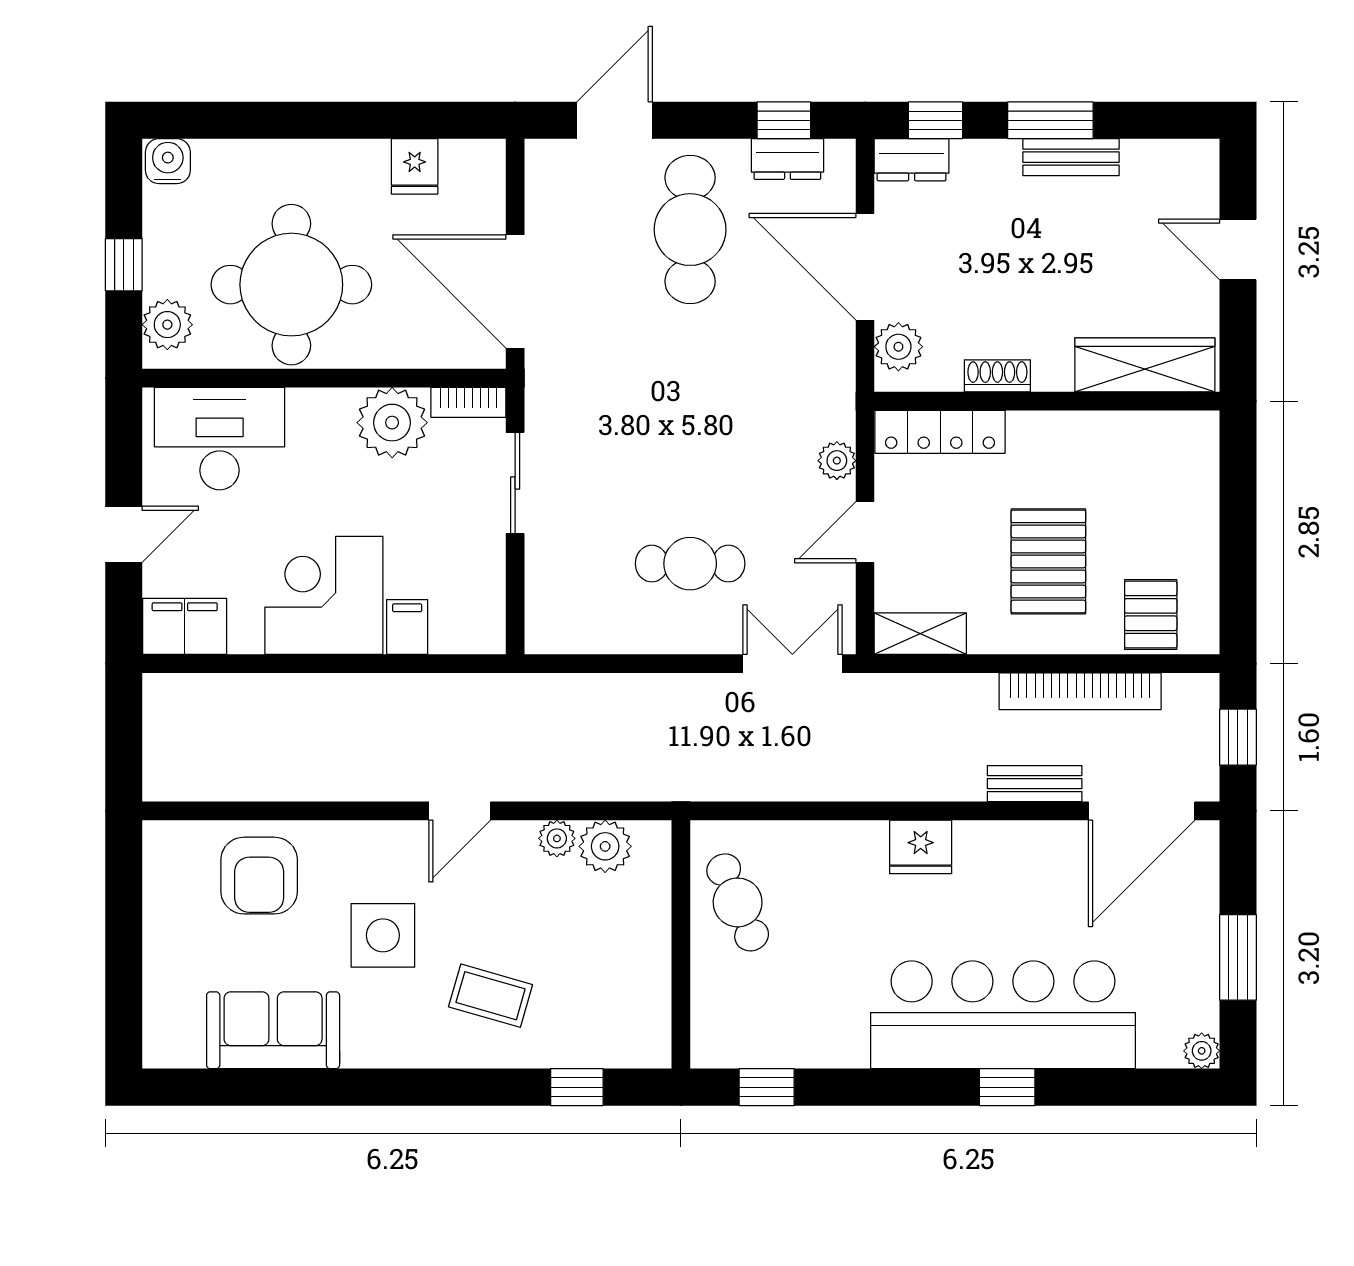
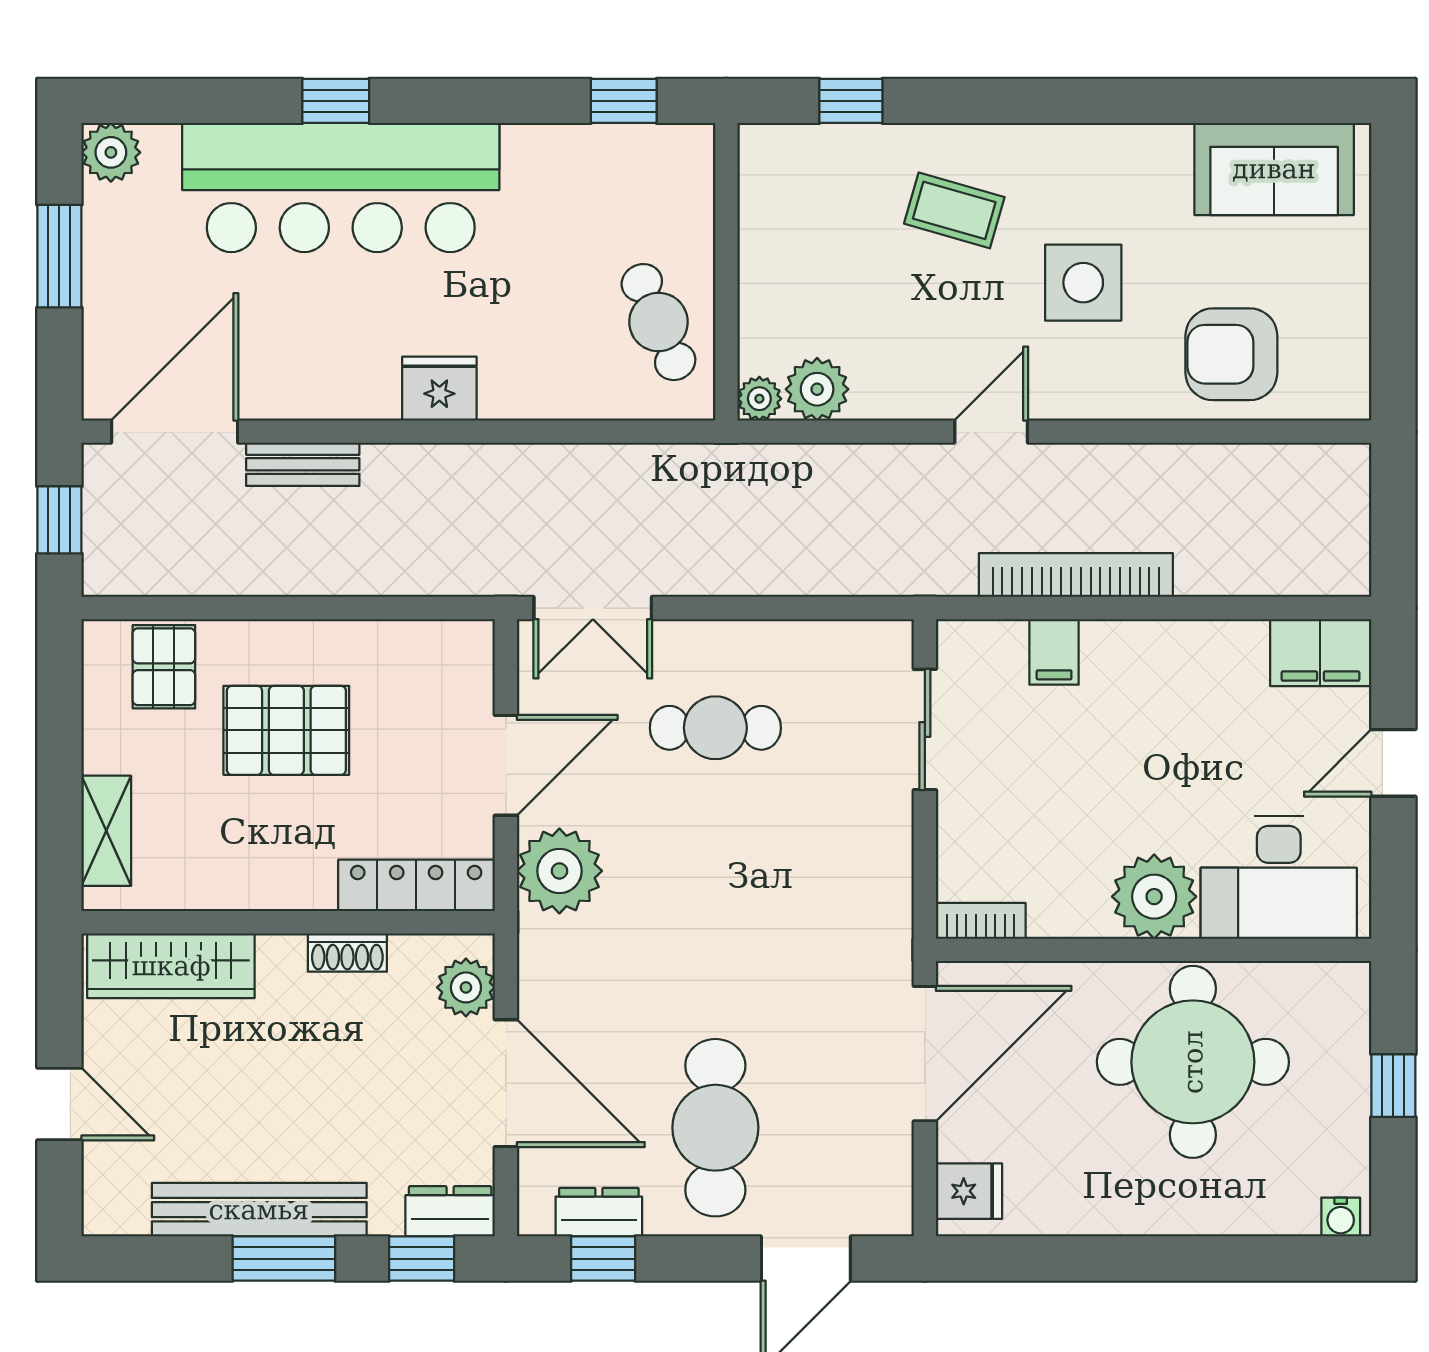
bench: (1071, 157) -> (259, 1210), width x1.86, depth x1.21
water cooler: (168, 161) -> (1341, 1217), width x0.72, depth x0.72
fridge: (415, 166) -> (969, 1191), moved, turned 90
door: (515, 291) -> (925, 1054), hinge flipped
plant: (167, 325) -> (1341, 1014), removed
plant: (392, 423) -> (1154, 897), moved
plant: (837, 461) -> (559, 871), width x1.87, depth x1.87
sliding door: (515, 483) -> (925, 730), moved
door: (865, 532) -> (506, 765), width x1.38
pallet: (1048, 561) -> (286, 730), turned 90
corner desk: (324, 595) -> (1154, 690), removed
shelving: (920, 634) -> (106, 831), moved, turned 90
bookcase: (1080, 691) -> (1076, 575), moved
plant: (557, 838) -> (759, 399), moved
armchair: (259, 876) -> (1231, 354), turned -90
sofa: (273, 1030) -> (1274, 169), moved
plant: (1202, 1051) -> (111, 152), width x1.38, depth x1.38

